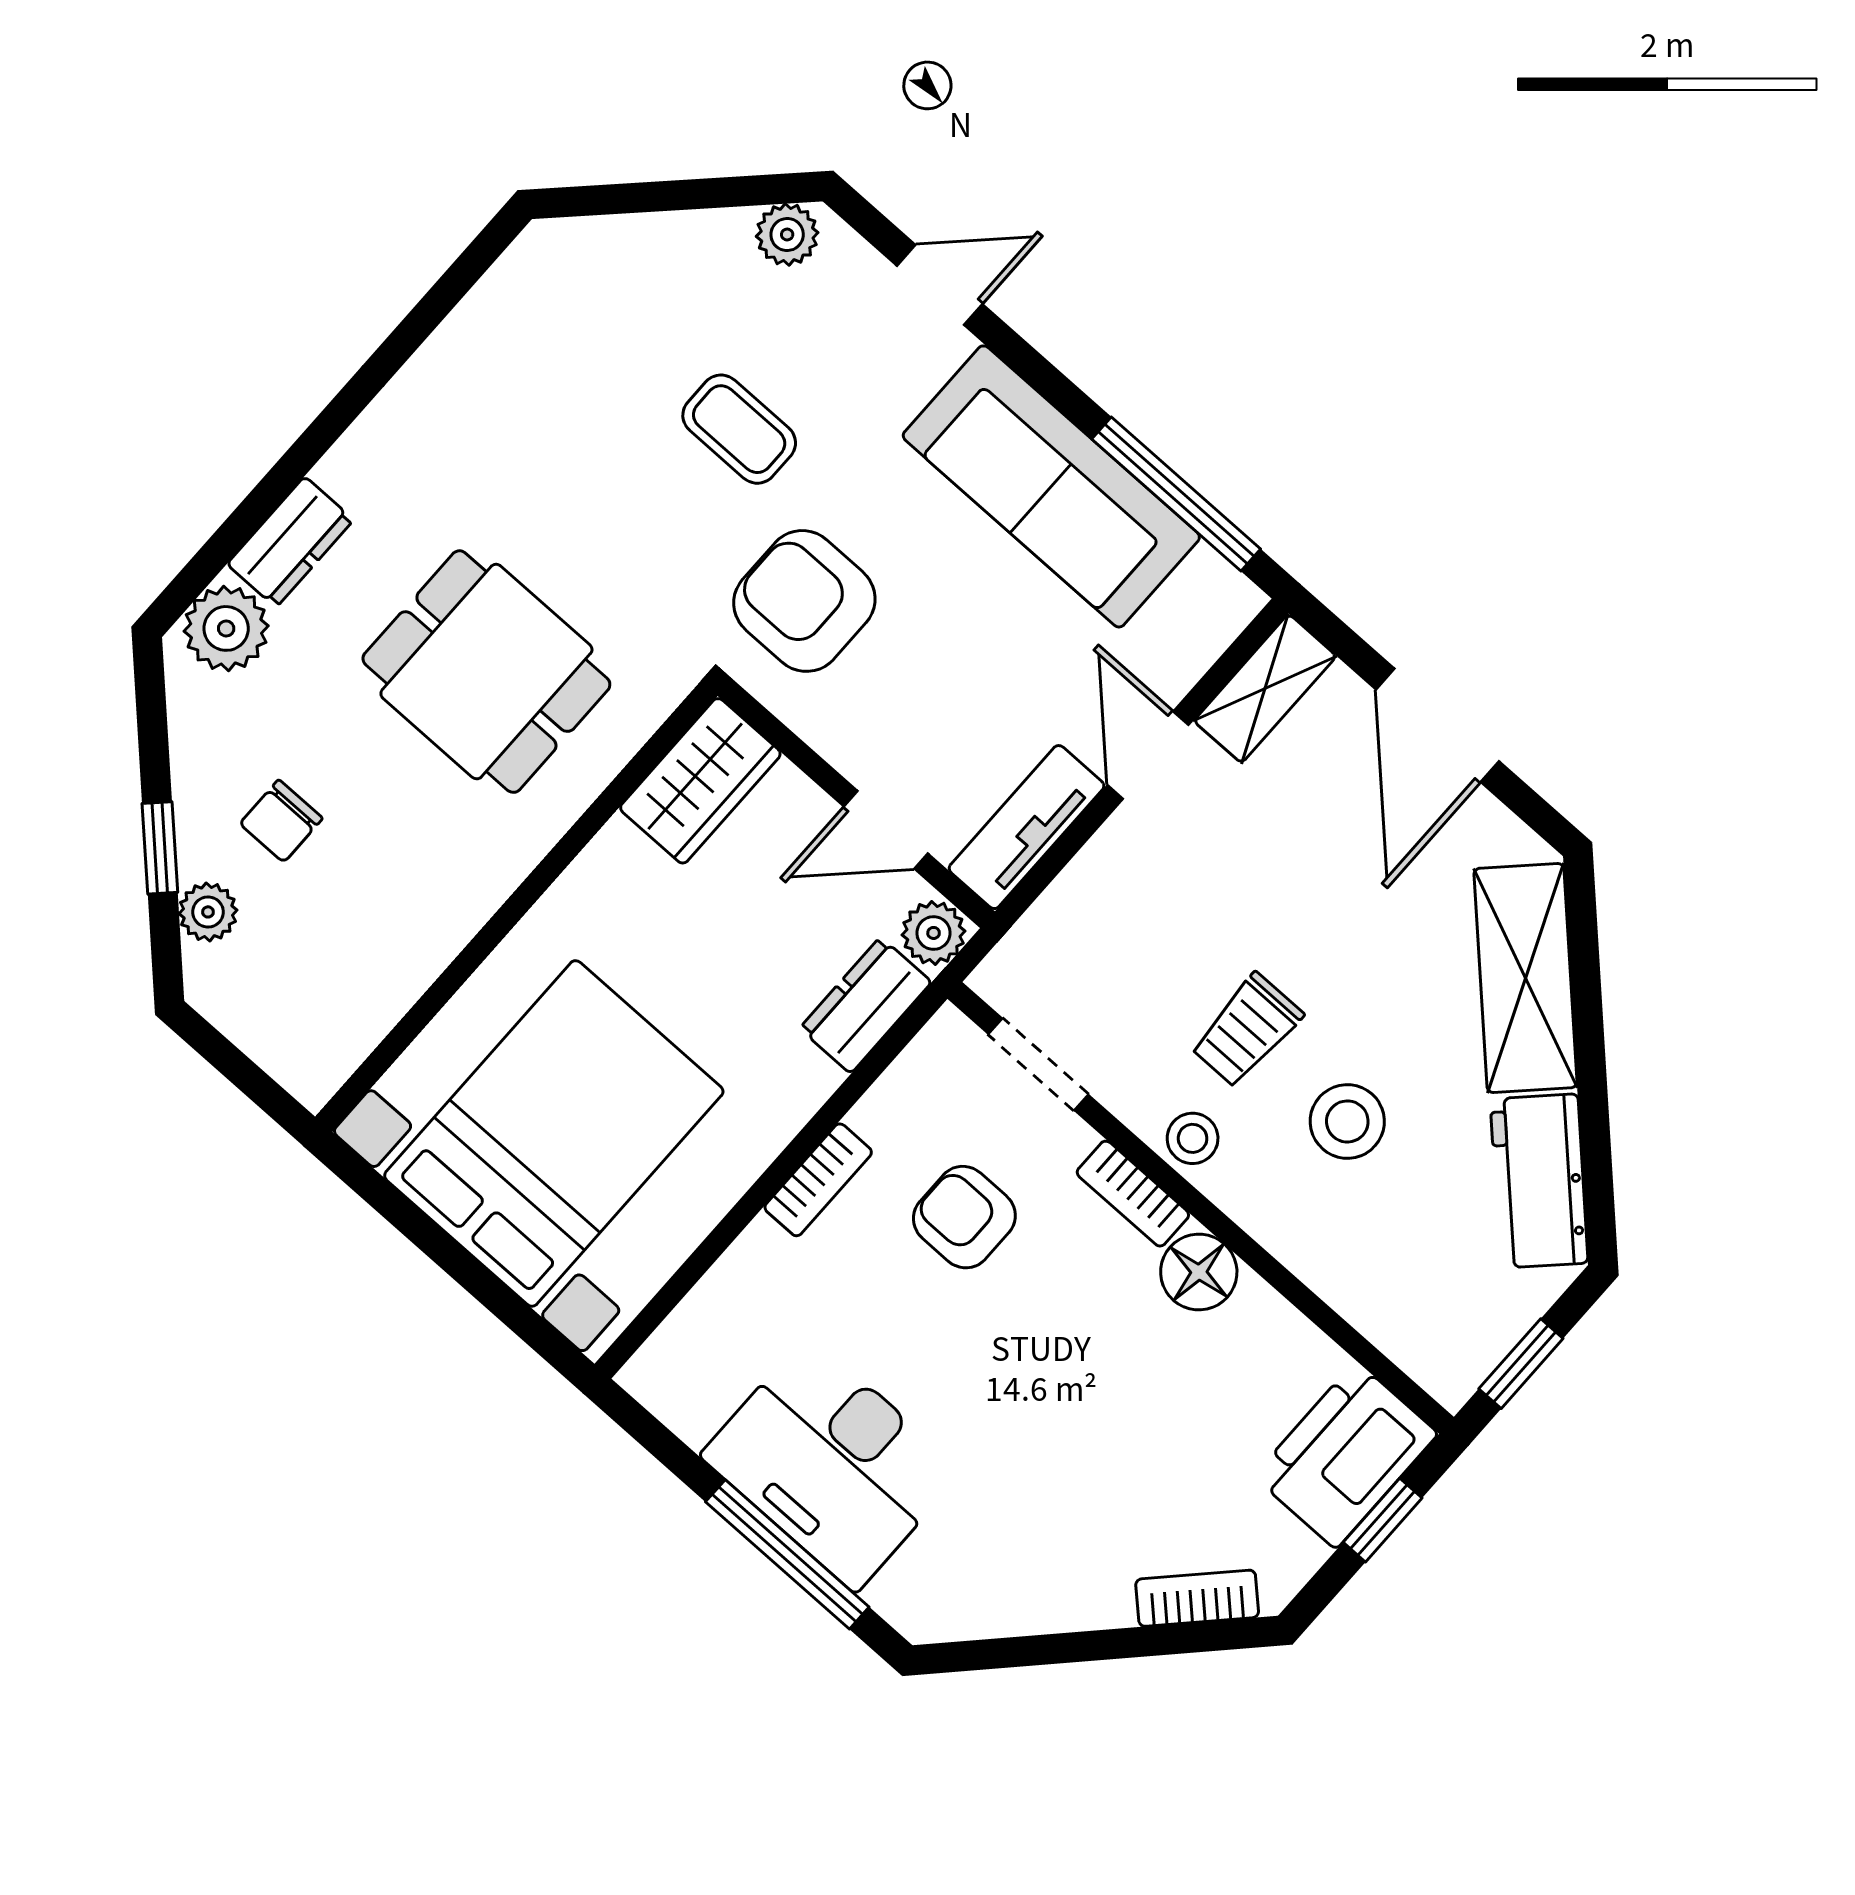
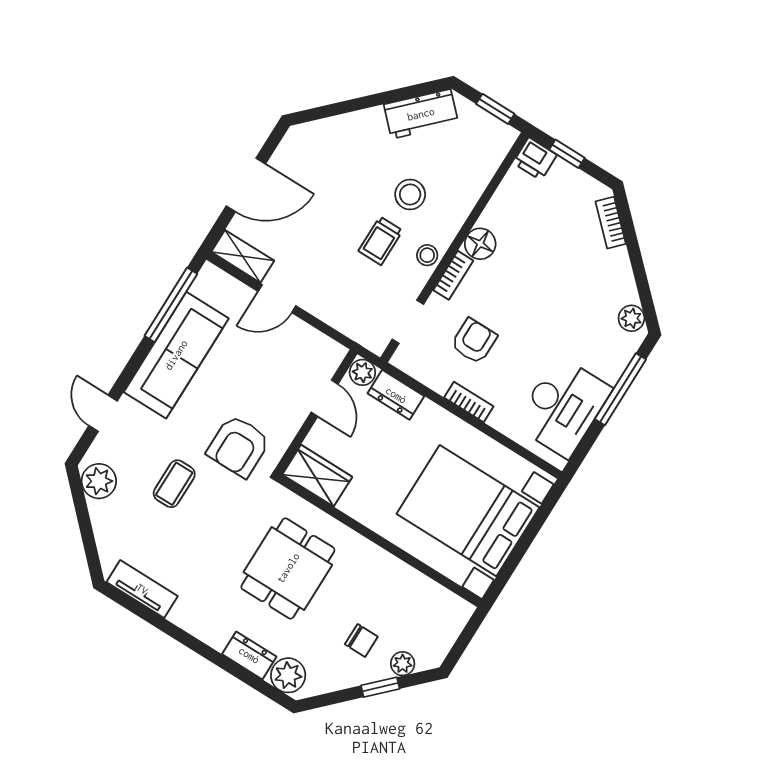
plant: (787, 235) -> (99, 481), width x1.38, depth x1.38
tv unit: (1027, 827) -> (142, 589), moved, turned 180
shelving: (1526, 978) -> (341, 133), removed
trolley: (1247, 1030) -> (380, 241), turned 90
armchair: (964, 1217) -> (474, 341), turned 180
printer: (1346, 1455) -> (535, 159), width x0.53, depth x0.68
desk: (832, 1463) -> (563, 407), moved
plant: (956, 1610) -> (631, 318), added

